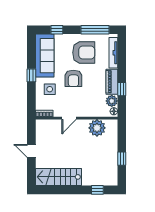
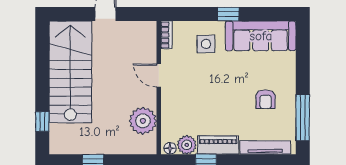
window: (57, 30) -> (303, 56), removed
armchair: (84, 53) -> (266, 99), width x0.53, depth x0.53
armchair: (73, 78) -> (224, 83), removed
stairs: (59, 177) -> (70, 72), width x1.36, depth x1.51

